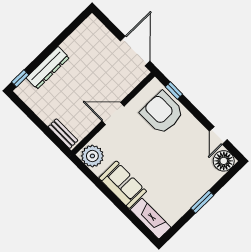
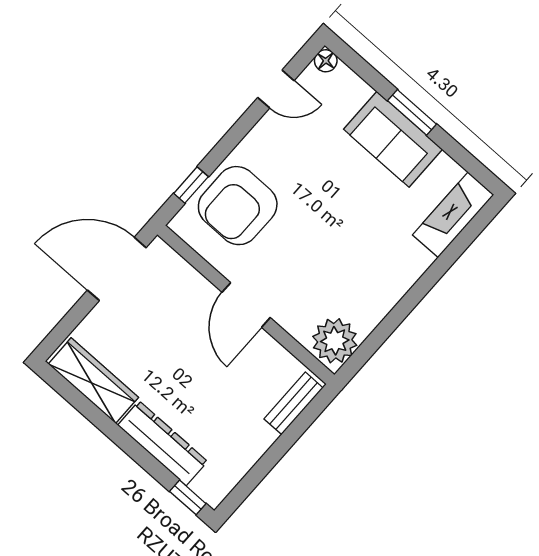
wardrobe: (81, 36) -> (93, 381), added
floor lamp: (224, 161) -> (326, 61), width x0.53, depth x0.53
sofa: (123, 185) -> (393, 139), moved, turned -90

